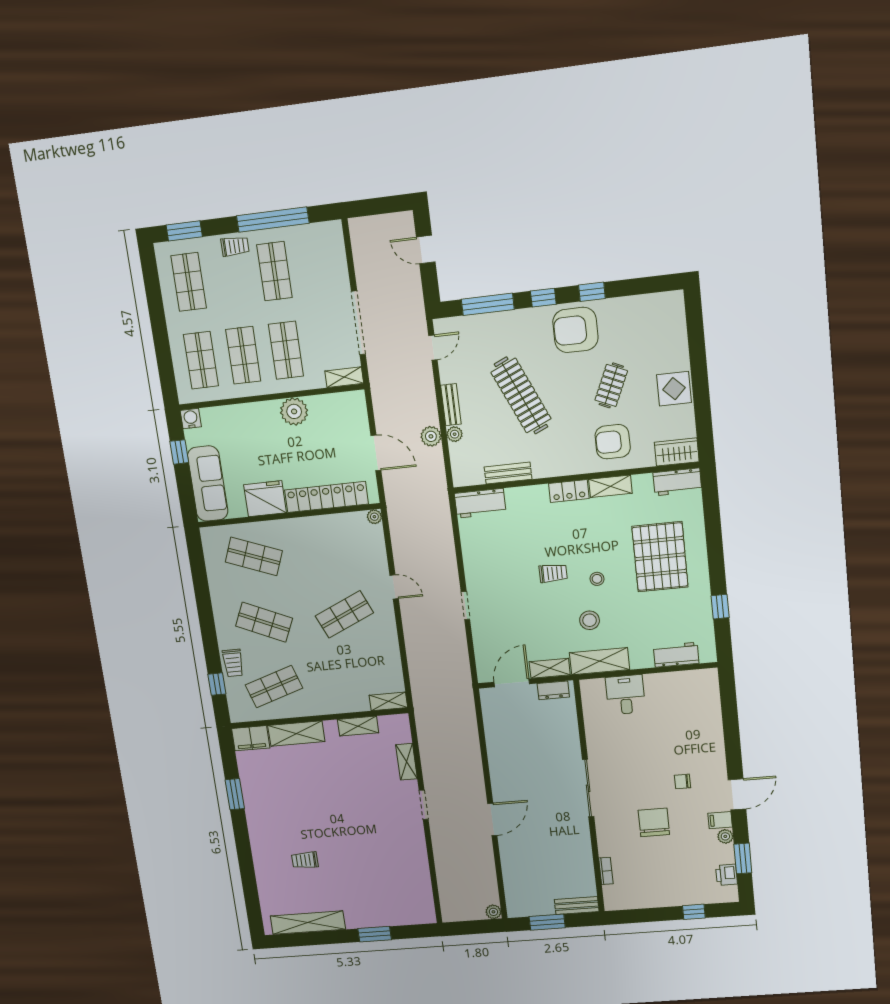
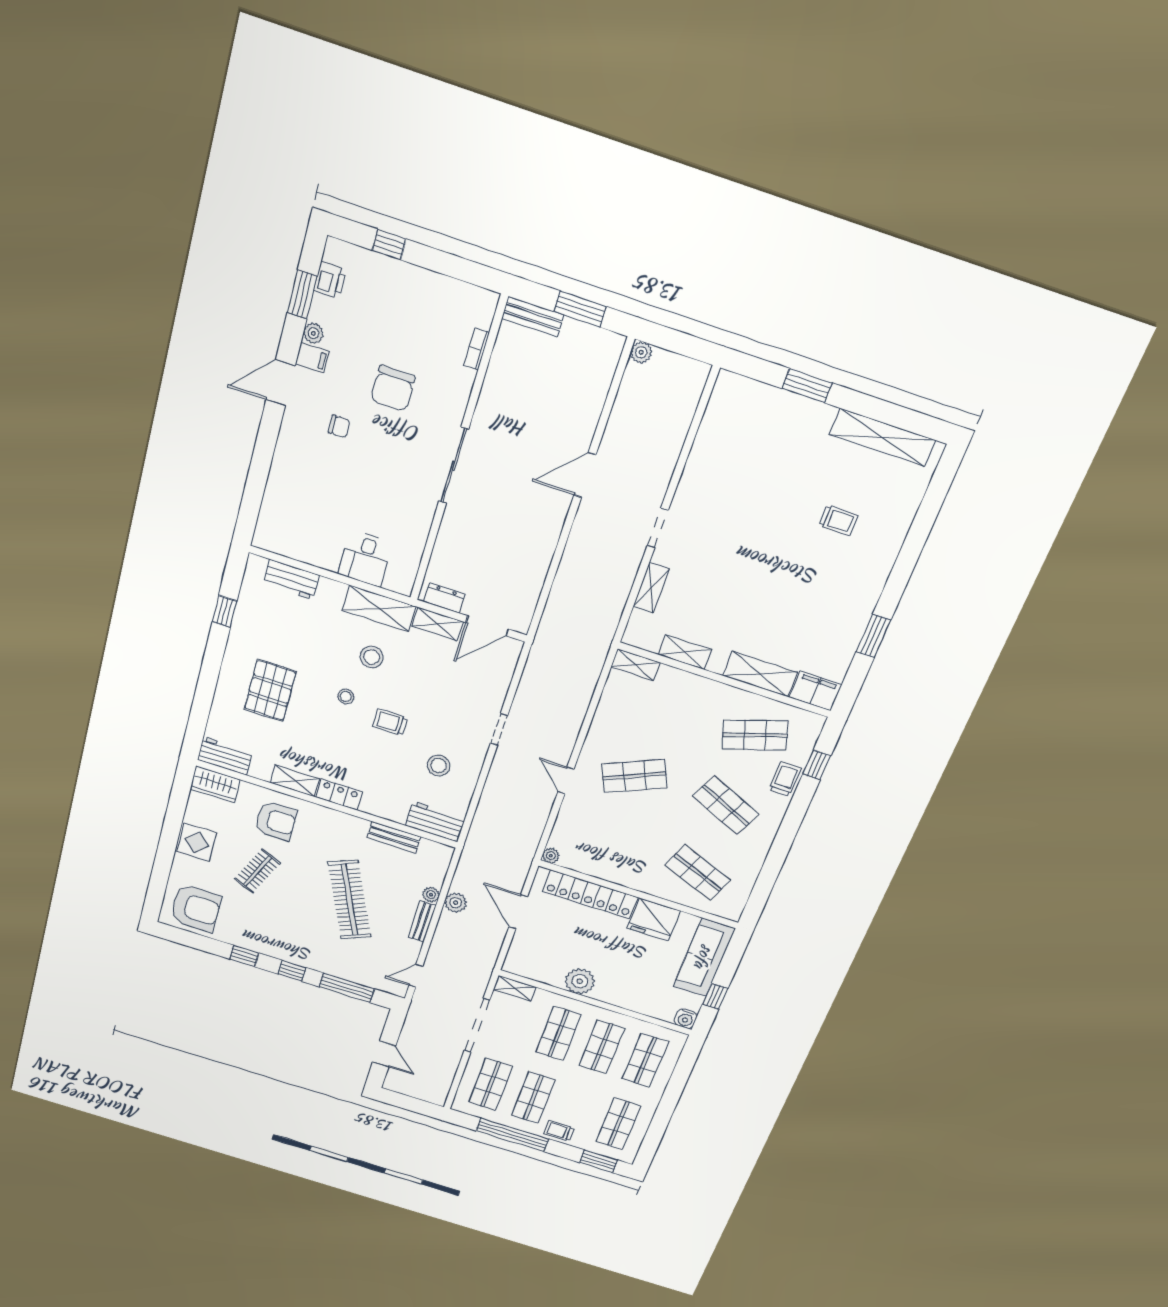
shop shelf: (318, 266) -> (491, 1084), added
armchair: (575, 330) -> (196, 908), moved
stool: (499, 554) -> (439, 765), added
pallet: (660, 557) -> (270, 690), width x0.73, depth x0.71

